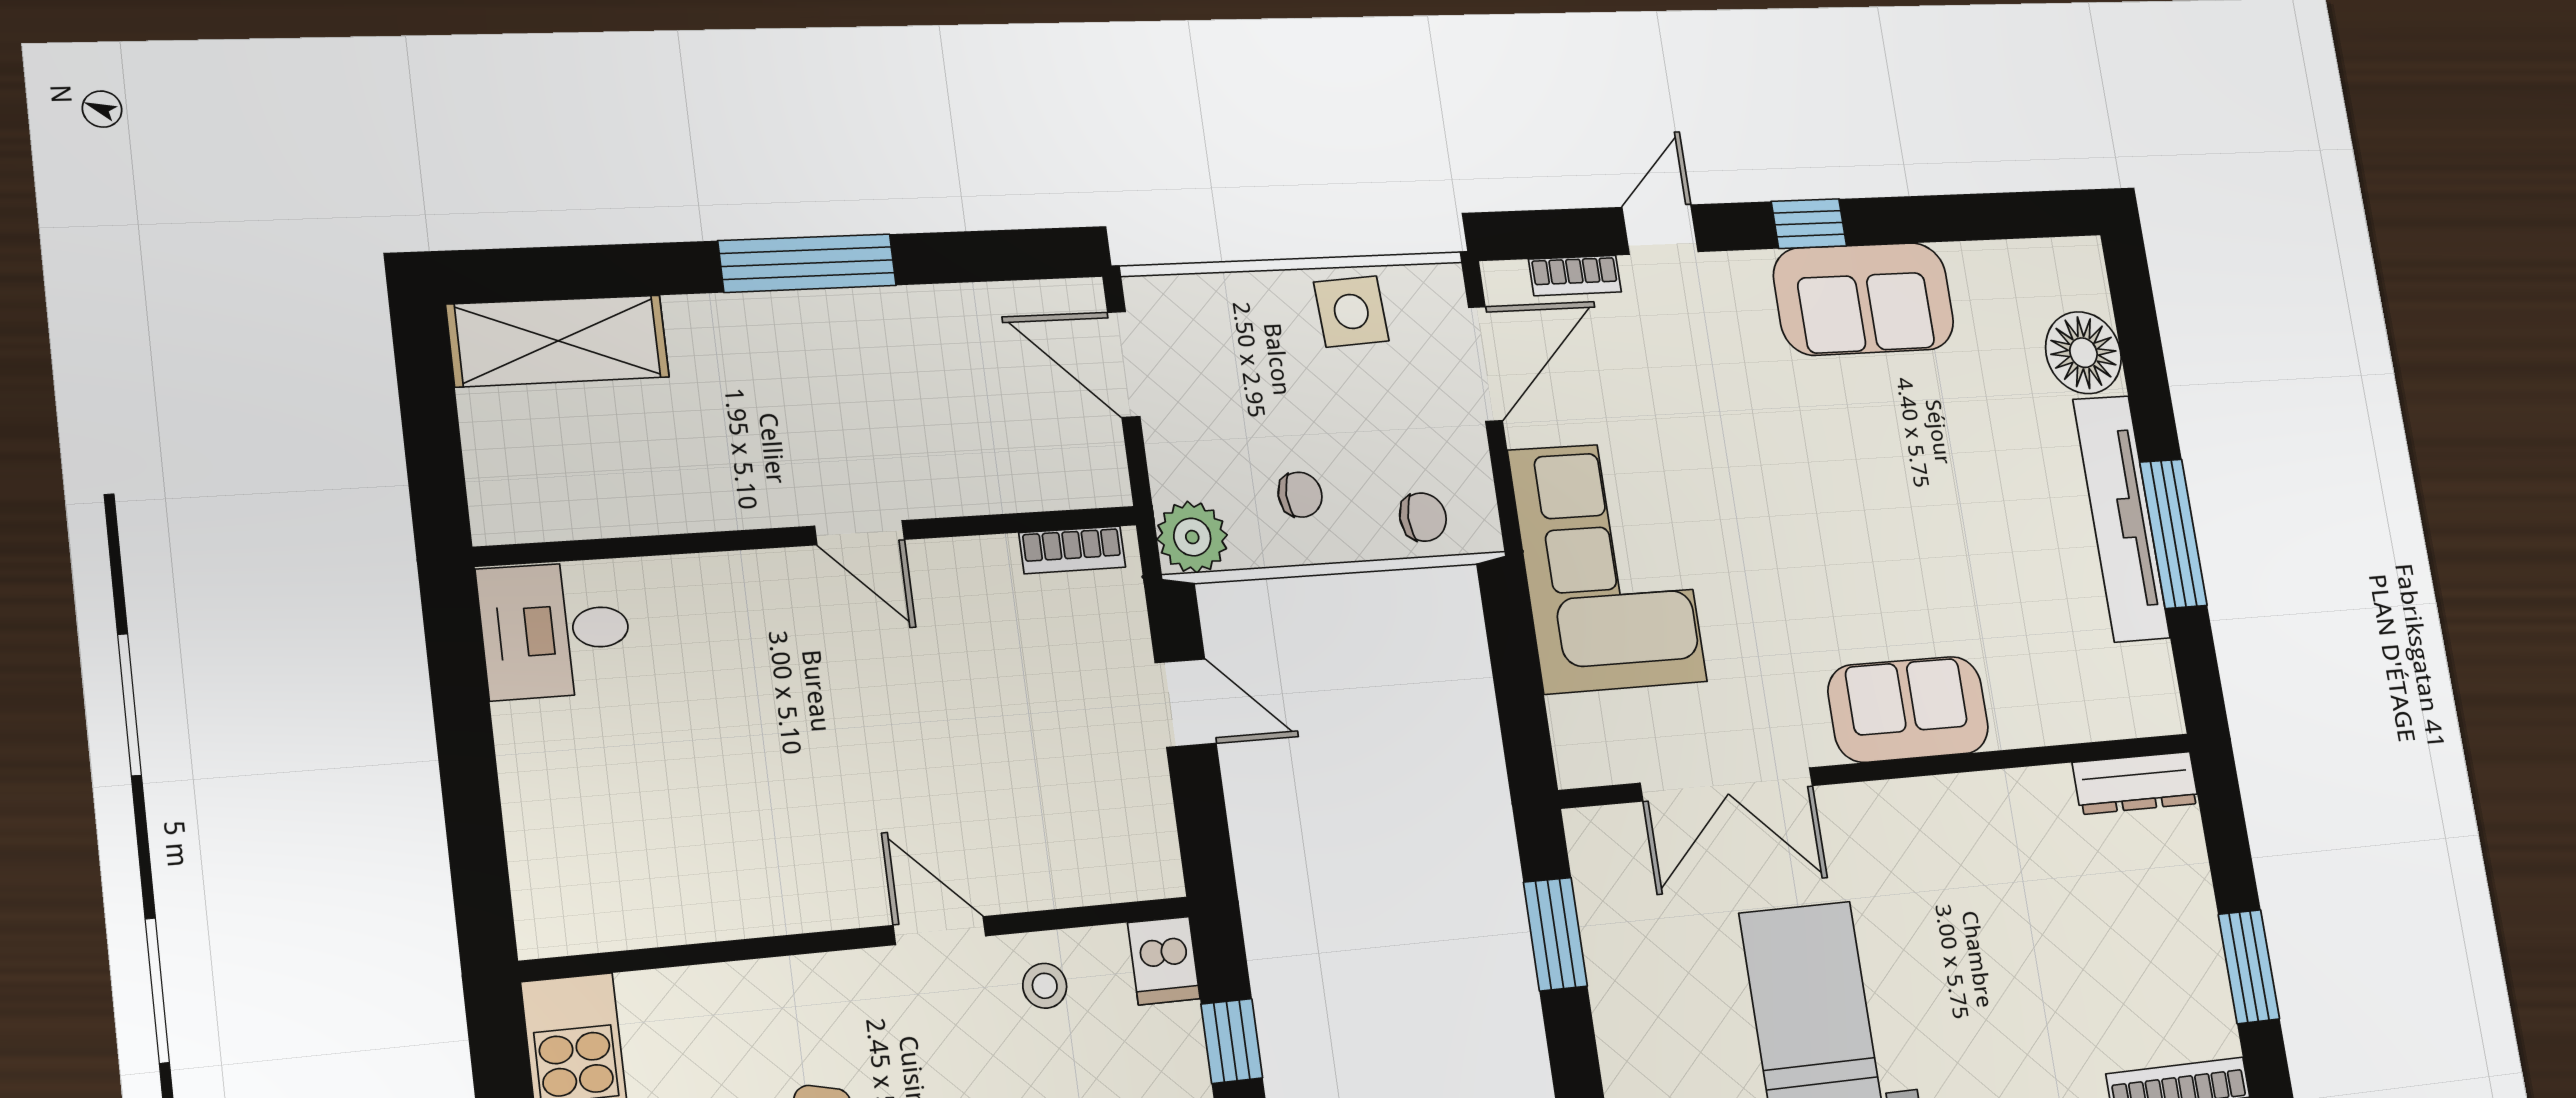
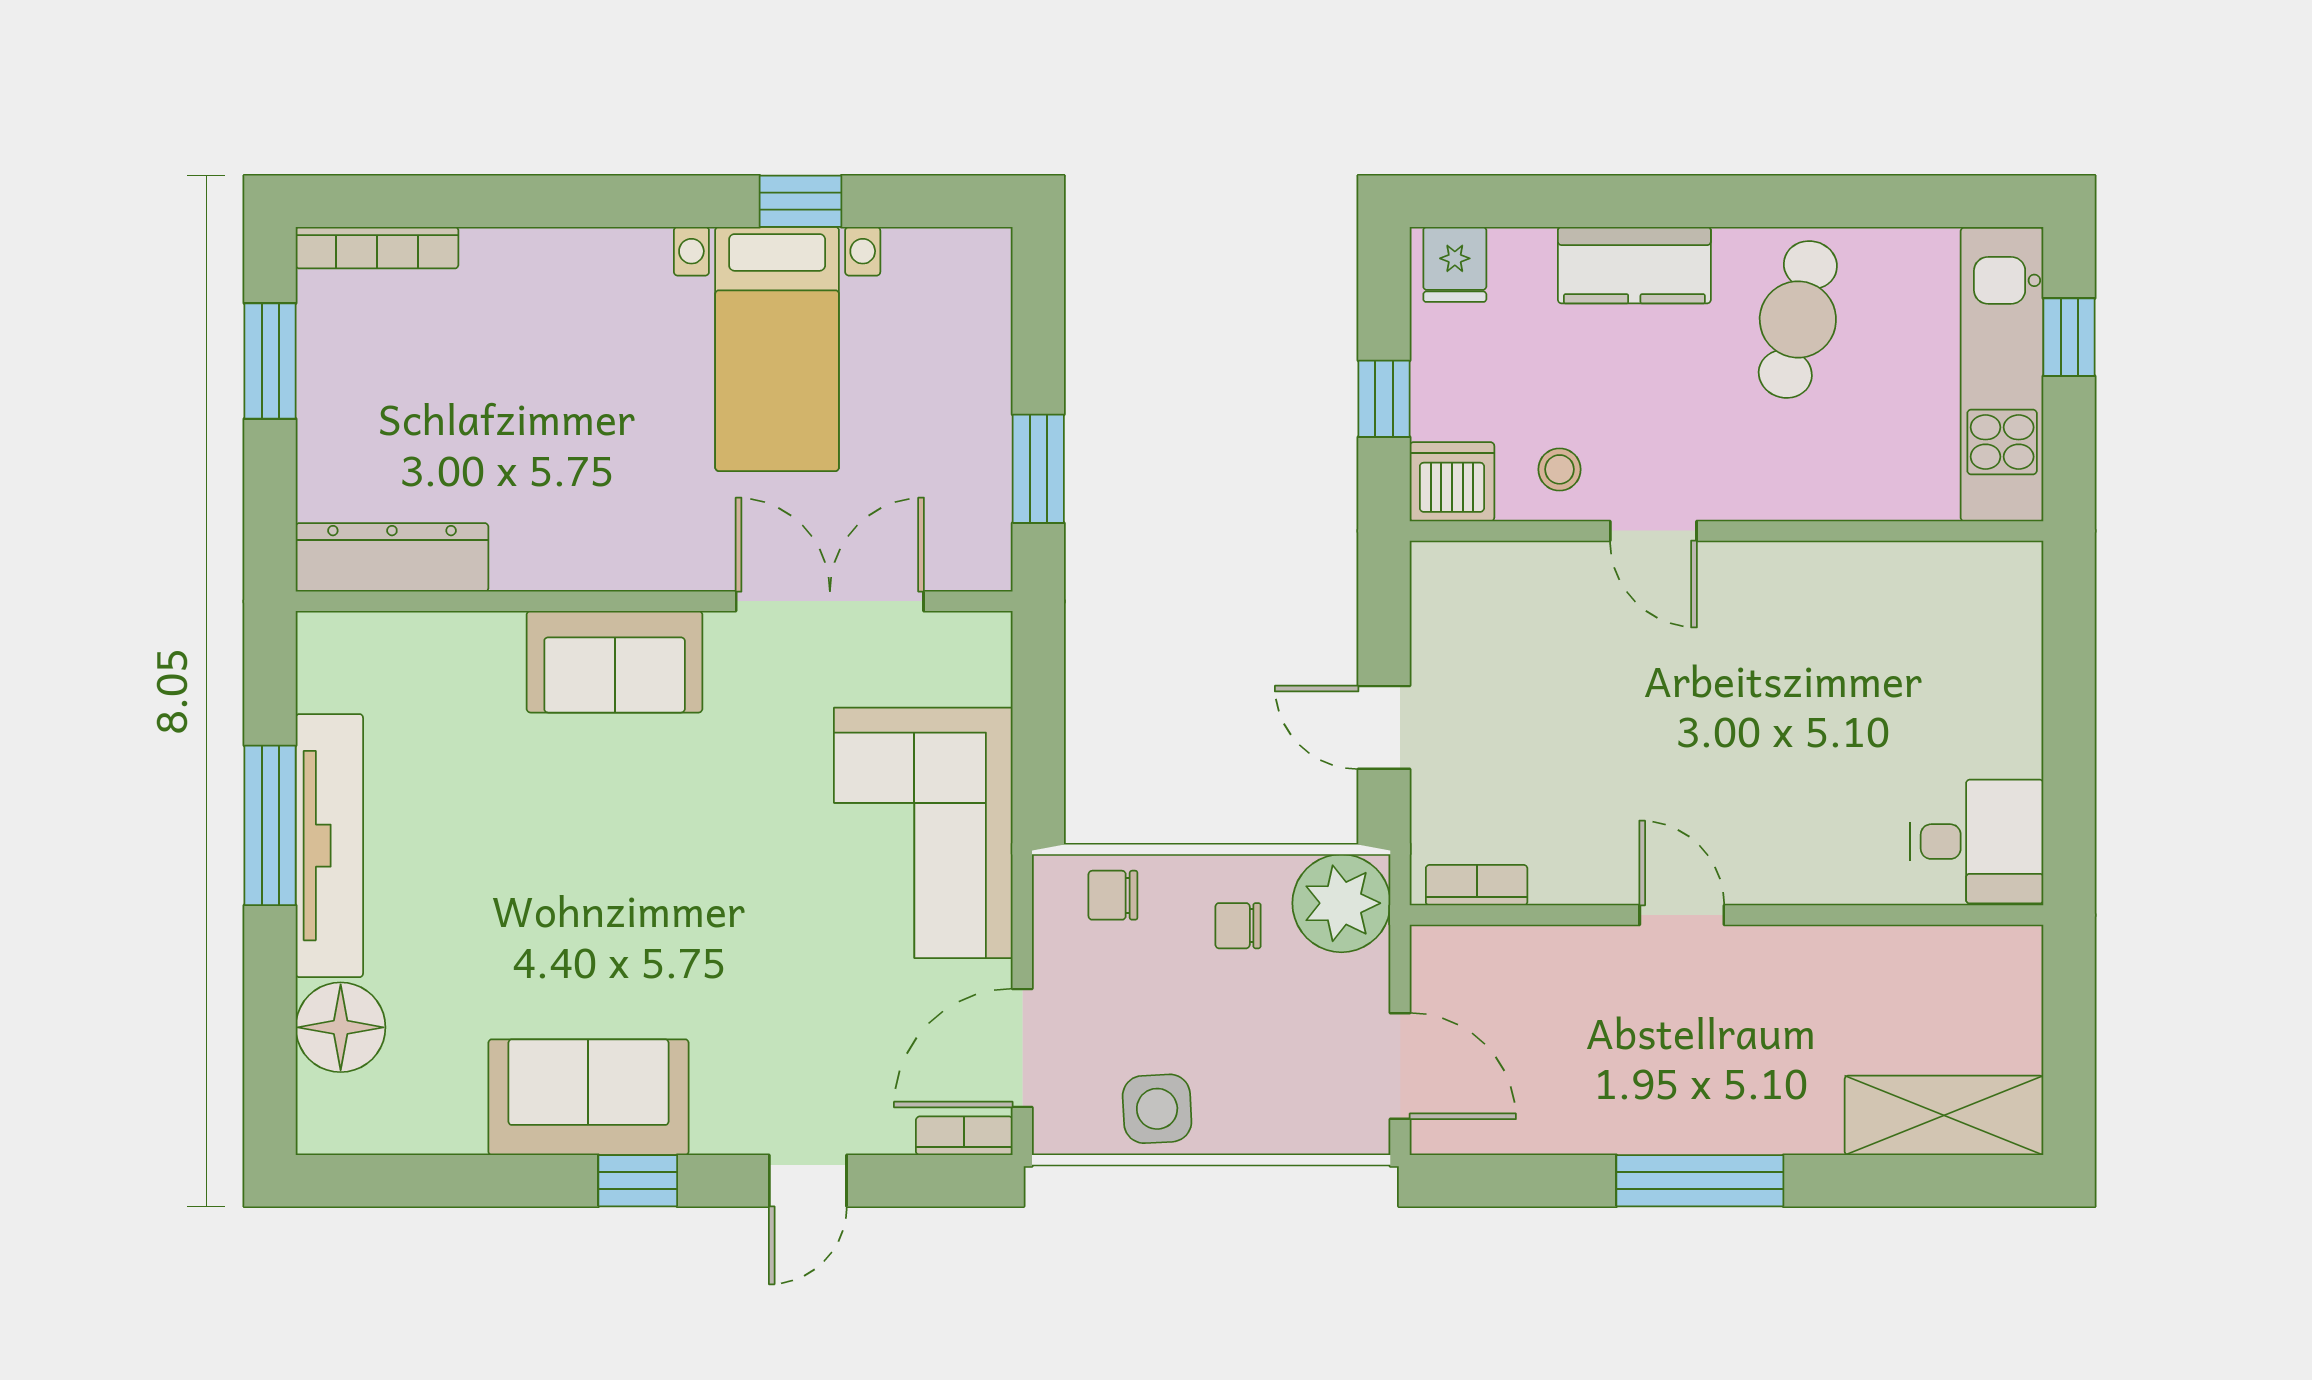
bookcase: (1575, 276) -> (964, 1136), moved
plant: (1192, 537) -> (1341, 903), width x1.36, depth x1.36
dresser: (2136, 783) -> (392, 557), width x1.37, depth x1.24
dishwasher: (1164, 961) -> (1452, 482), width x1.38

